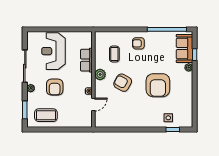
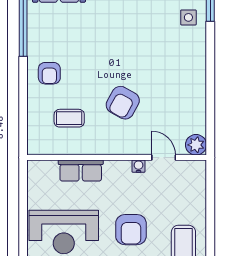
plant: (100, 74) -> (196, 145), moved
armchair: (158, 85) -> (127, 37), removed
armchair: (55, 87) -> (131, 230), turned 90

